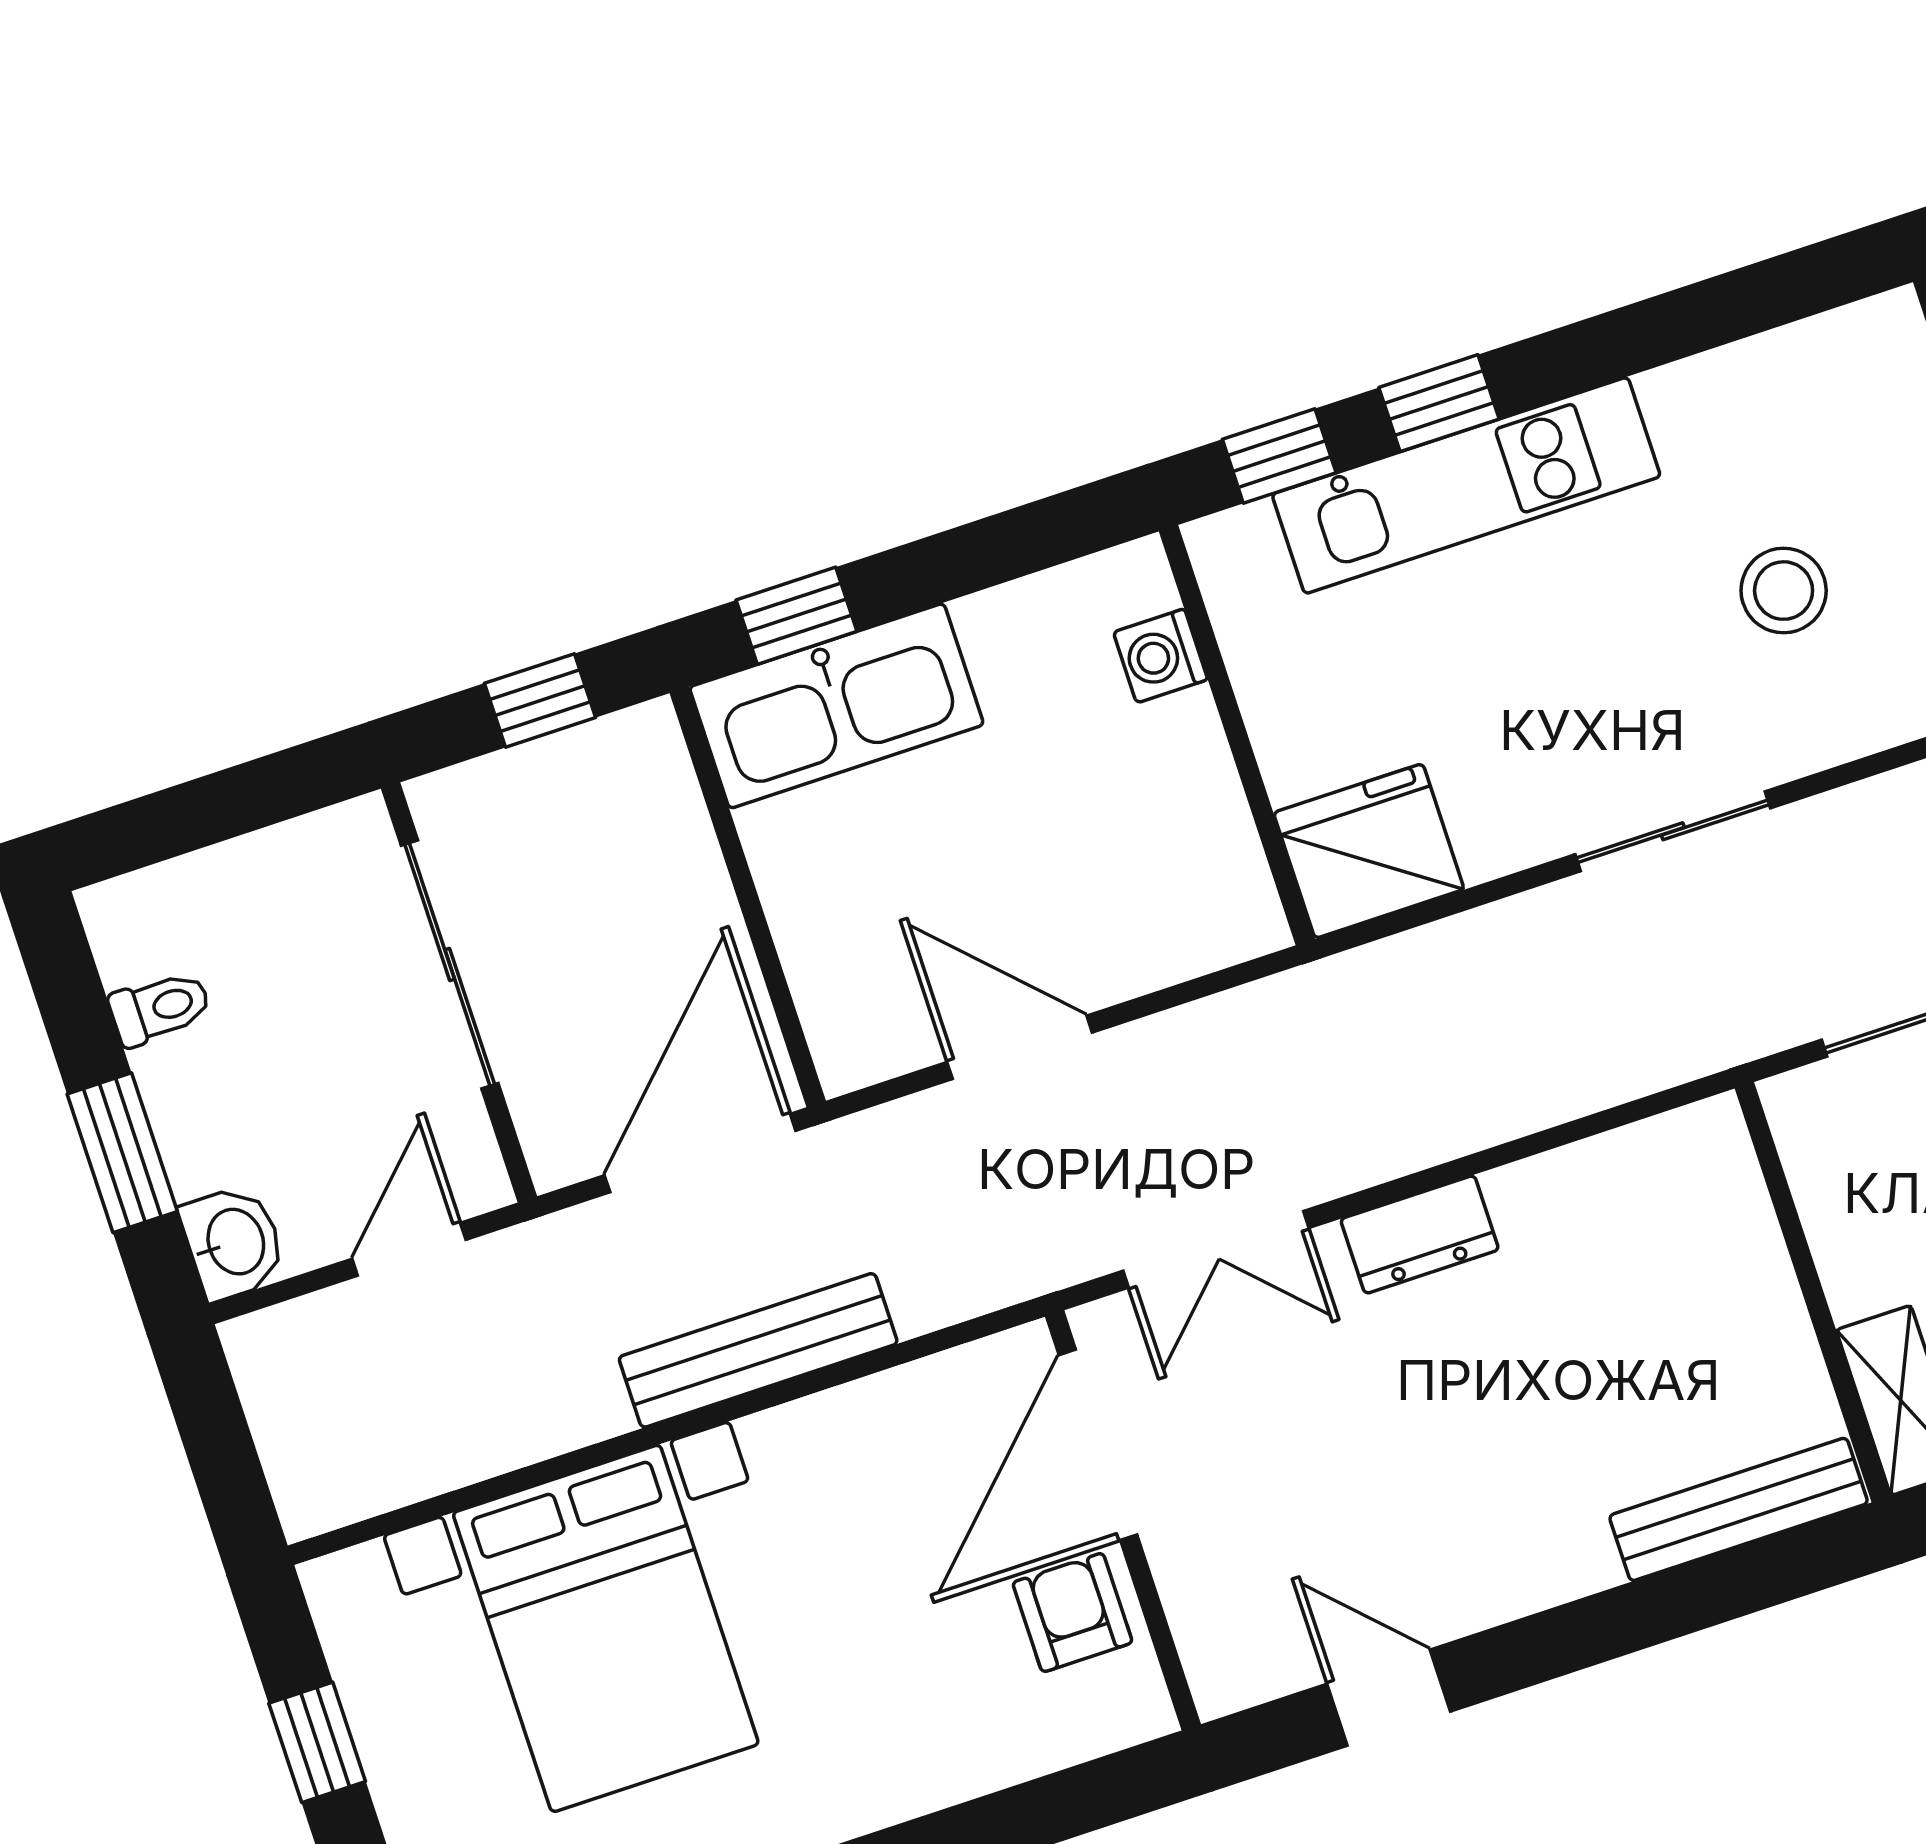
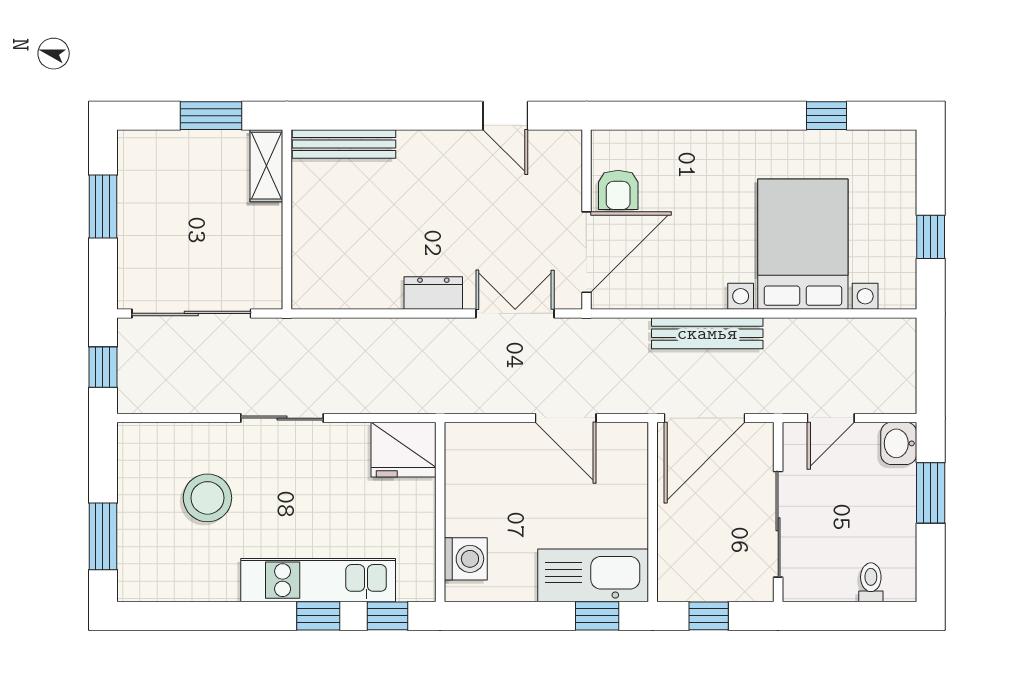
stool: (1784, 591) -> (207, 498), width x1.38, depth x1.38
washing machine: (1161, 656) -> (466, 559), width x1.38, depth x1.38
toilet: (160, 1008) -> (871, 582), moved, turned 90

